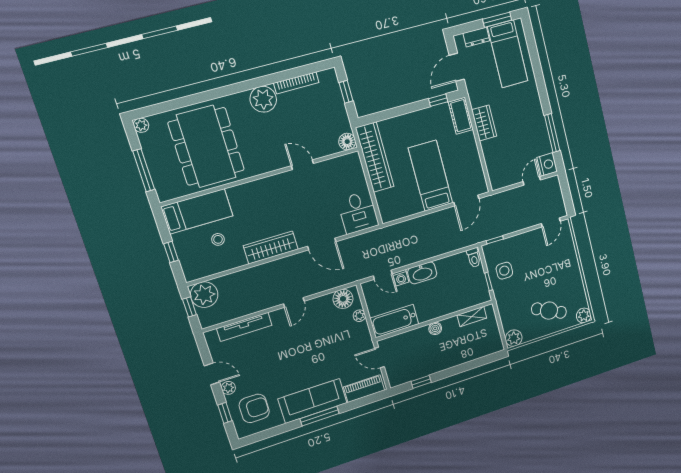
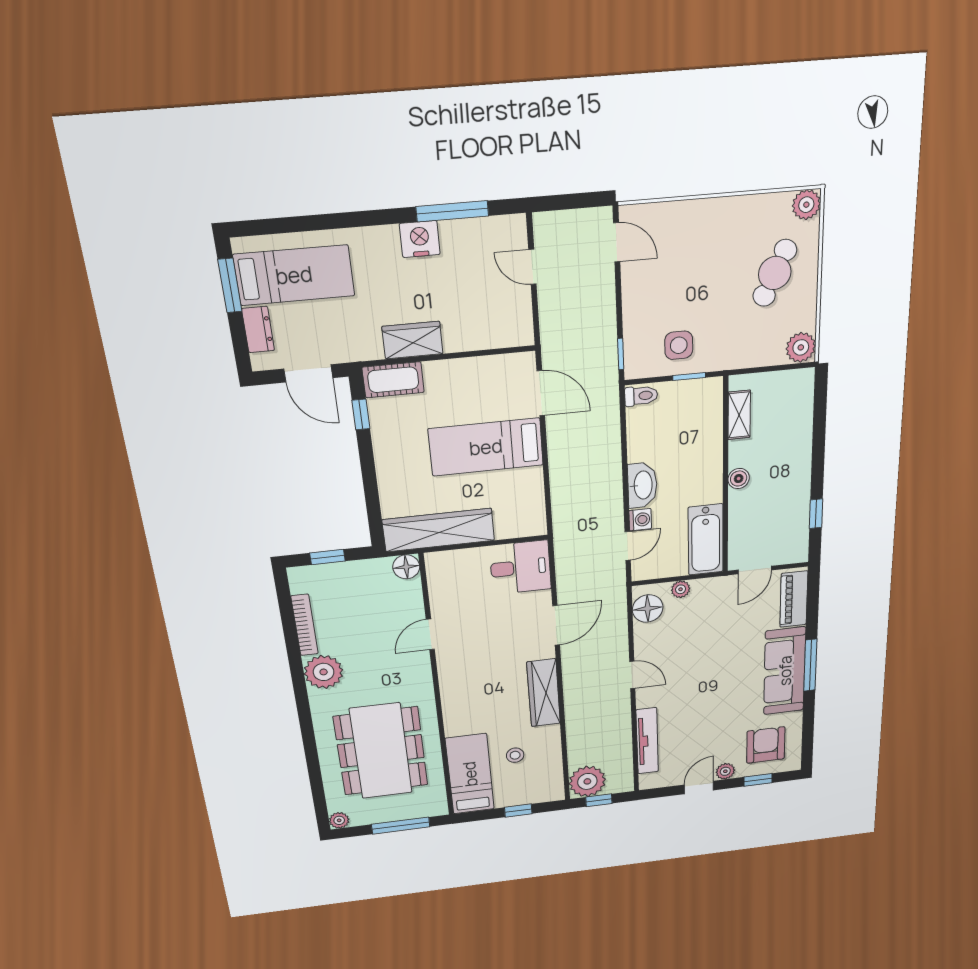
dining table: (206, 146) -> (381, 751), turned 90
nightstand: (547, 164) -> (420, 239), moved

